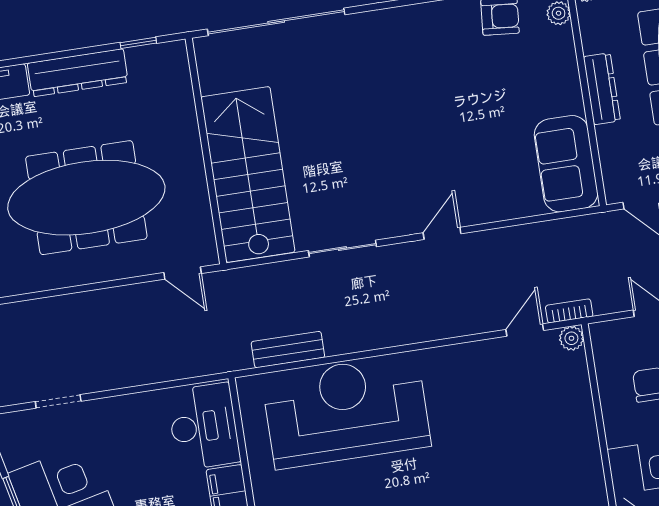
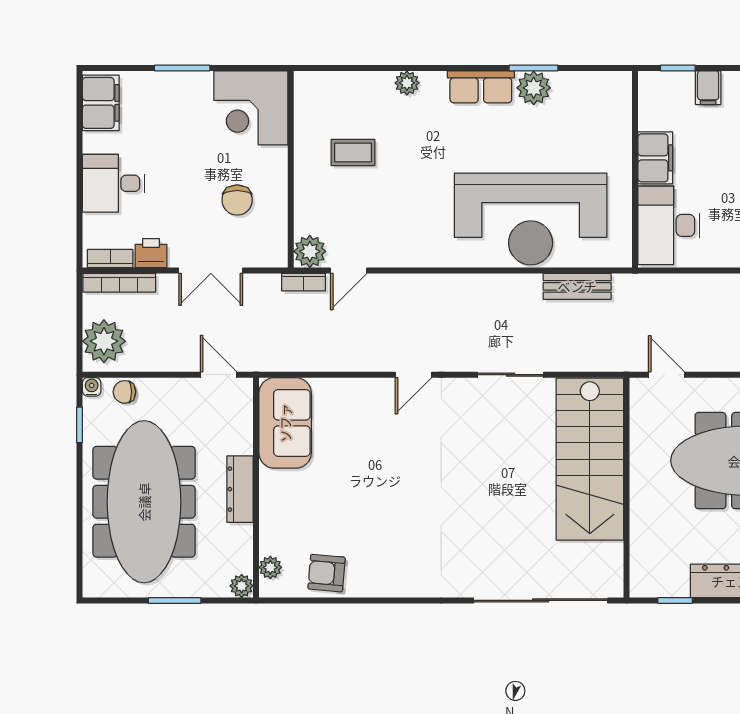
plant: (571, 338) -> (310, 251), width x1.38, depth x1.38
coffee table: (539, 452) -> (353, 152), added

